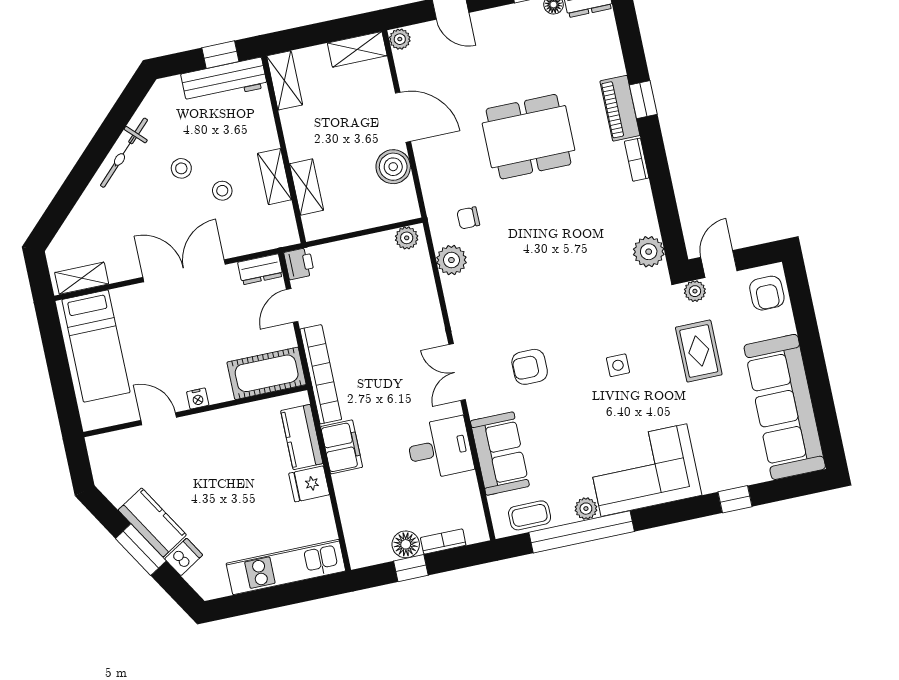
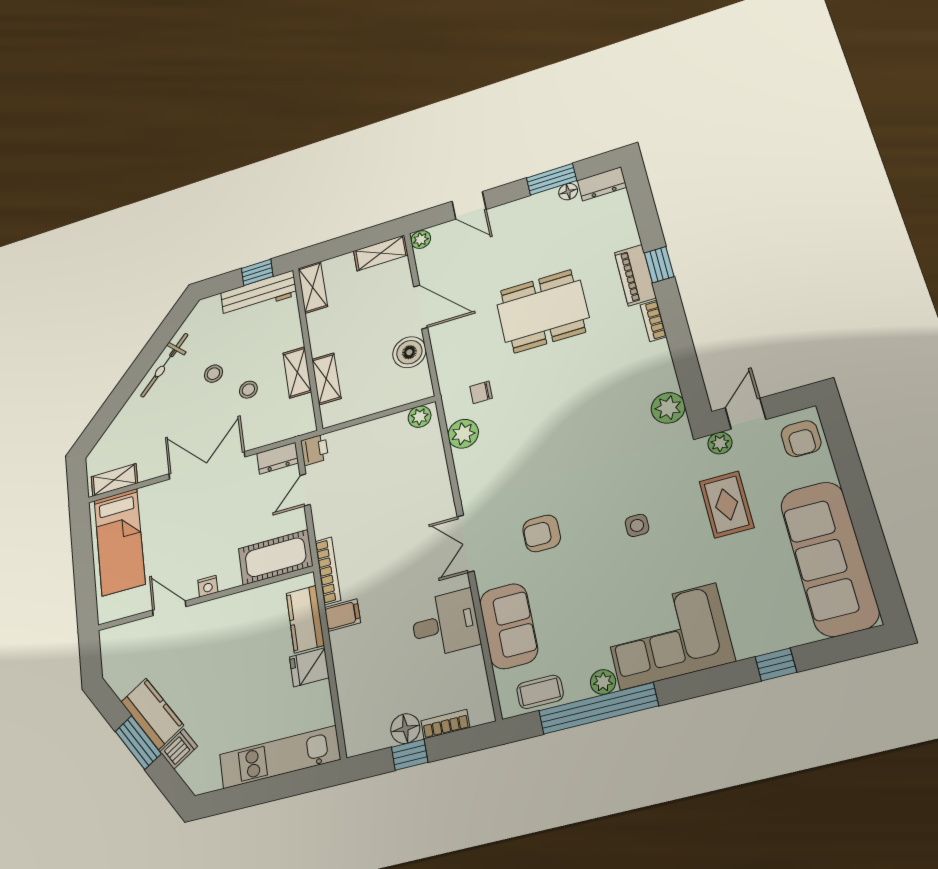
bookcase: (321, 374) -> (328, 571), width x0.68, depth x0.76
filing cabinet: (342, 447) -> (343, 615), width x0.50

